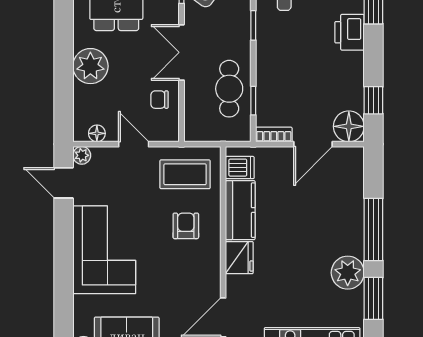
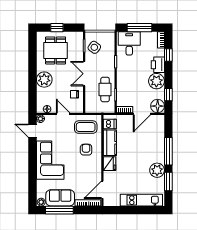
plant: (346, 70) -> (156, 81), added

